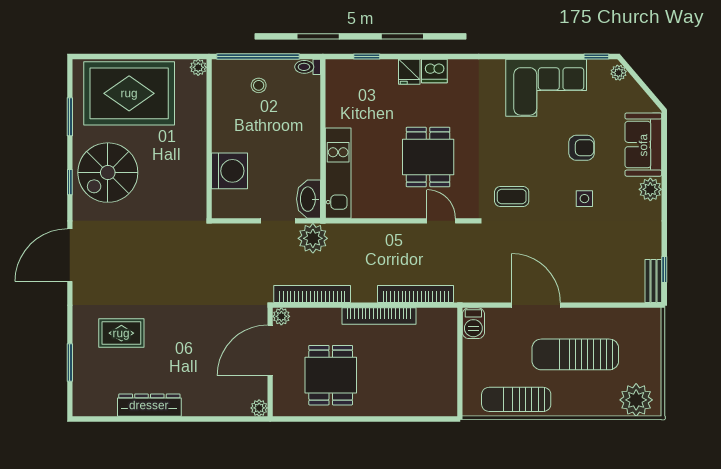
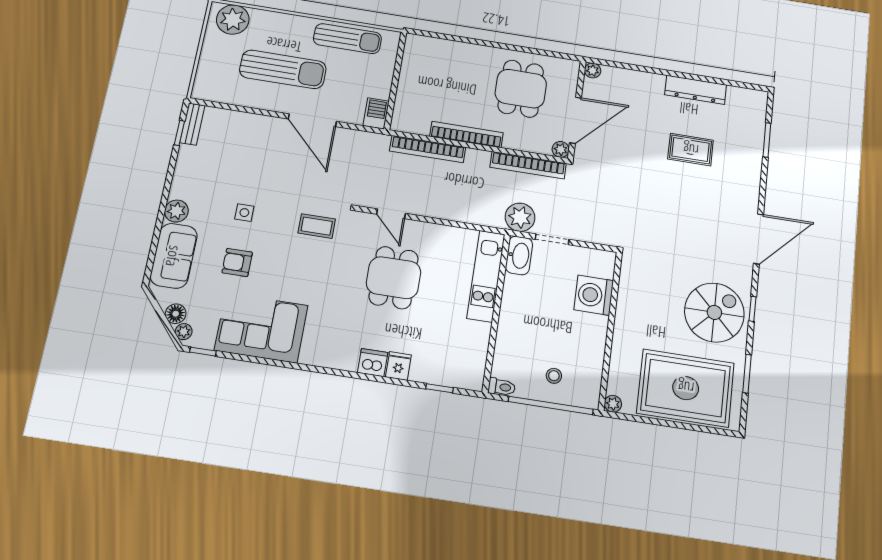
floor lamp: (630, 89) -> (176, 314), added
rug: (121, 333) -> (691, 150), moved

